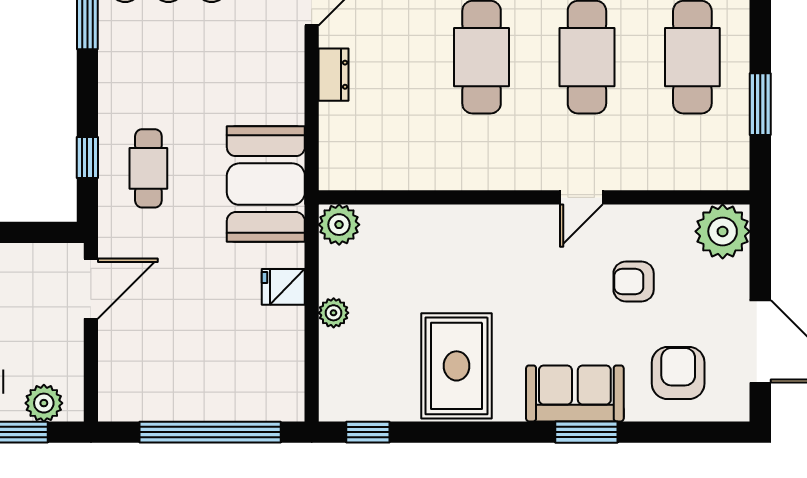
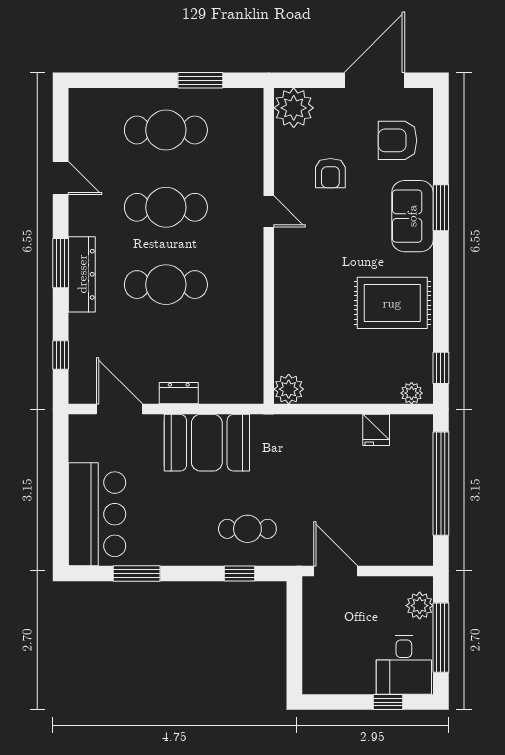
booth: (266, 184) -> (207, 443), moved
fridge: (283, 287) -> (376, 430), moved
plant: (334, 313) -> (412, 393), moved

